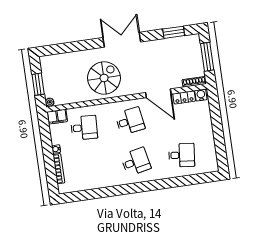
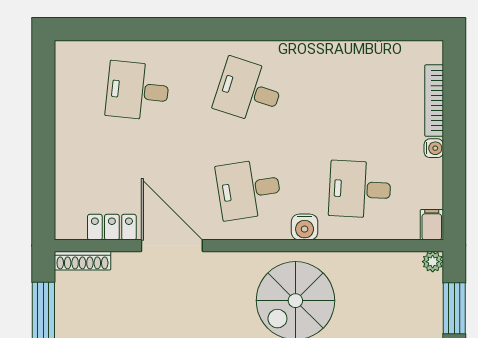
water cooler: (201, 95) -> (305, 227), moved
filing cabinet: (57, 117) -> (432, 225), width x0.50
desk: (136, 162) -> (249, 91), turned 30

